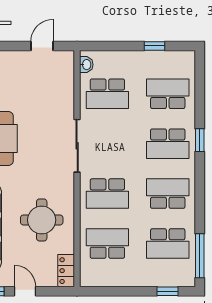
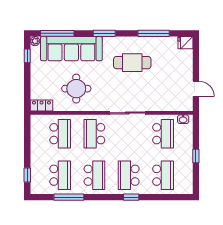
window: (154, 46) -> (196, 156), moved
school desk: (107, 94) -> (163, 134), turned 180
school desk: (168, 243) -> (60, 175), turned 180
window: (200, 256) -> (69, 197), moved
door: (25, 291) -> (27, 77), removed

